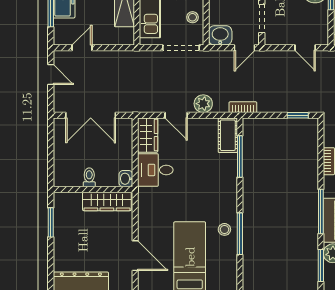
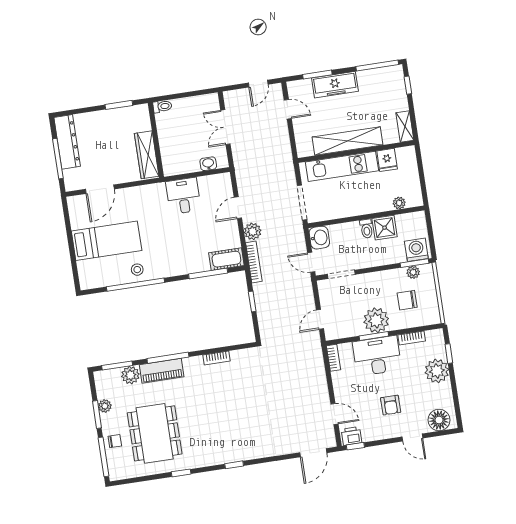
stool: (192, 17) -> (332, 209), removed
bookcase: (243, 107) -> (254, 262), width x1.56
double door: (91, 115) -> (225, 127), width x0.73
window: (298, 115) -> (252, 301), moved
wardrobe: (148, 135) -> (215, 184), removed
toilet: (89, 177) -> (162, 106), moved
washbasin: (126, 179) -> (208, 164), moved
window: (240, 234) -> (135, 285), width x1.46

